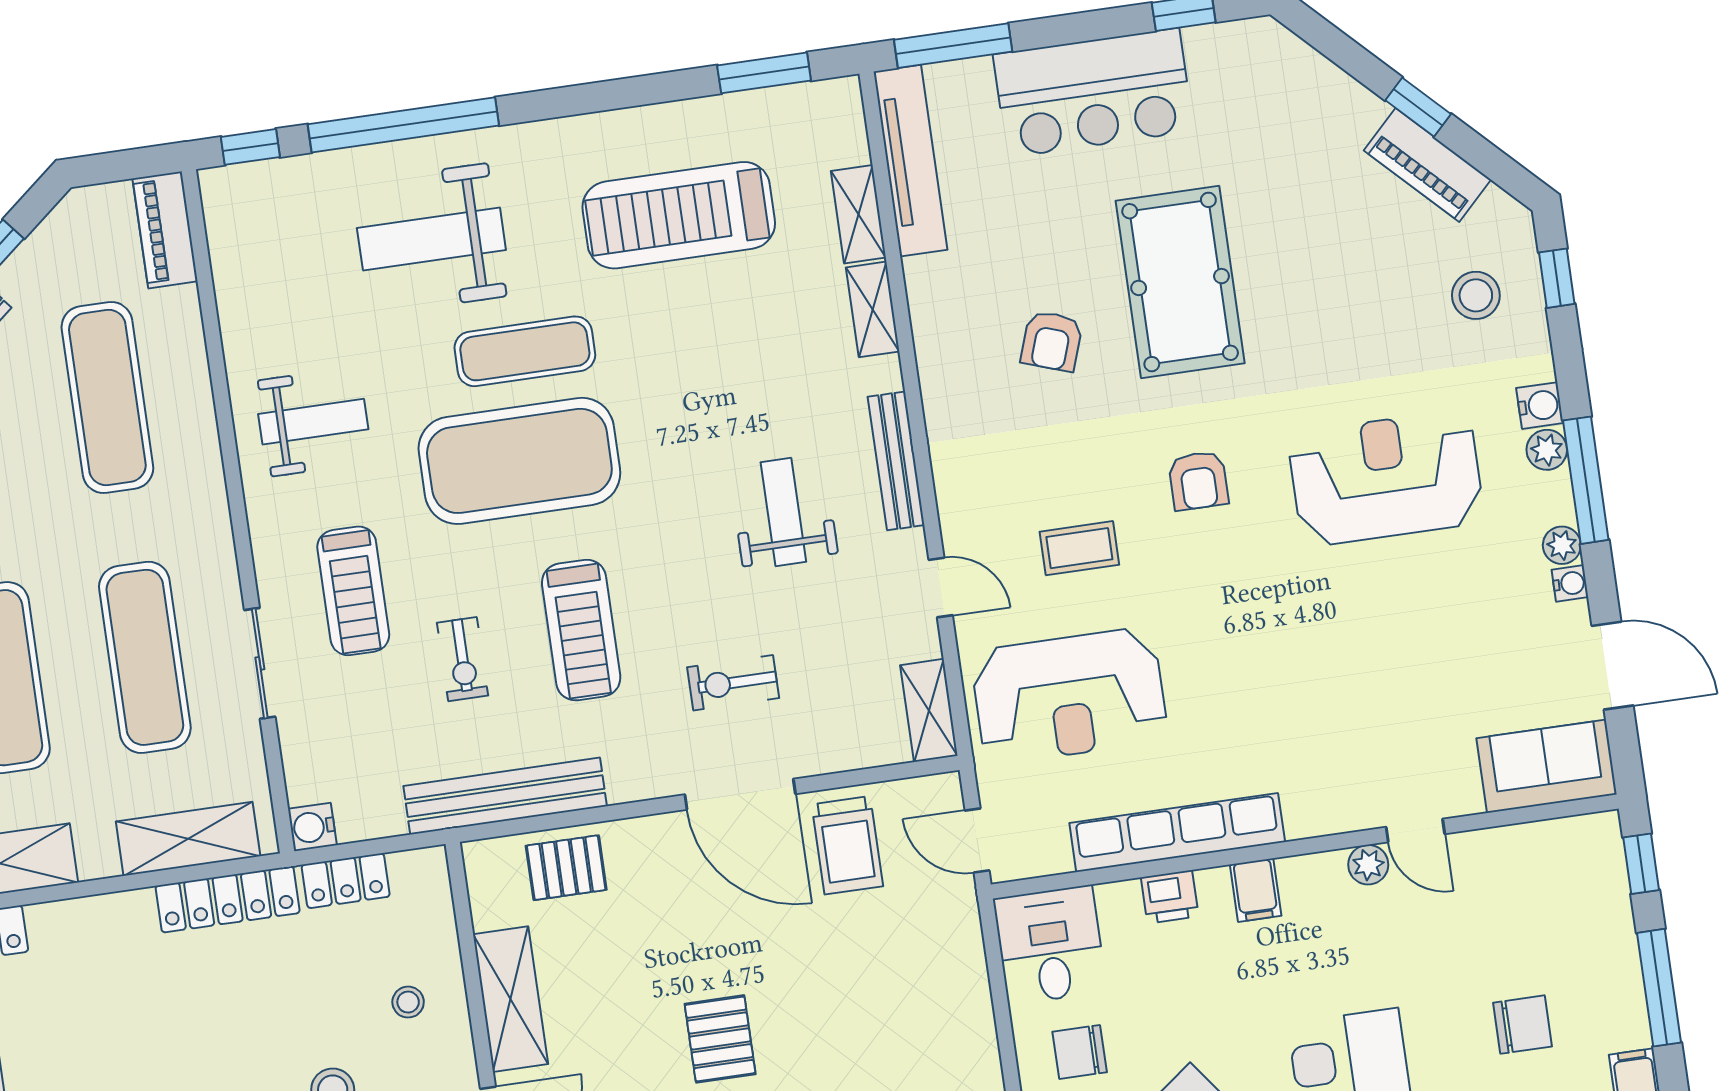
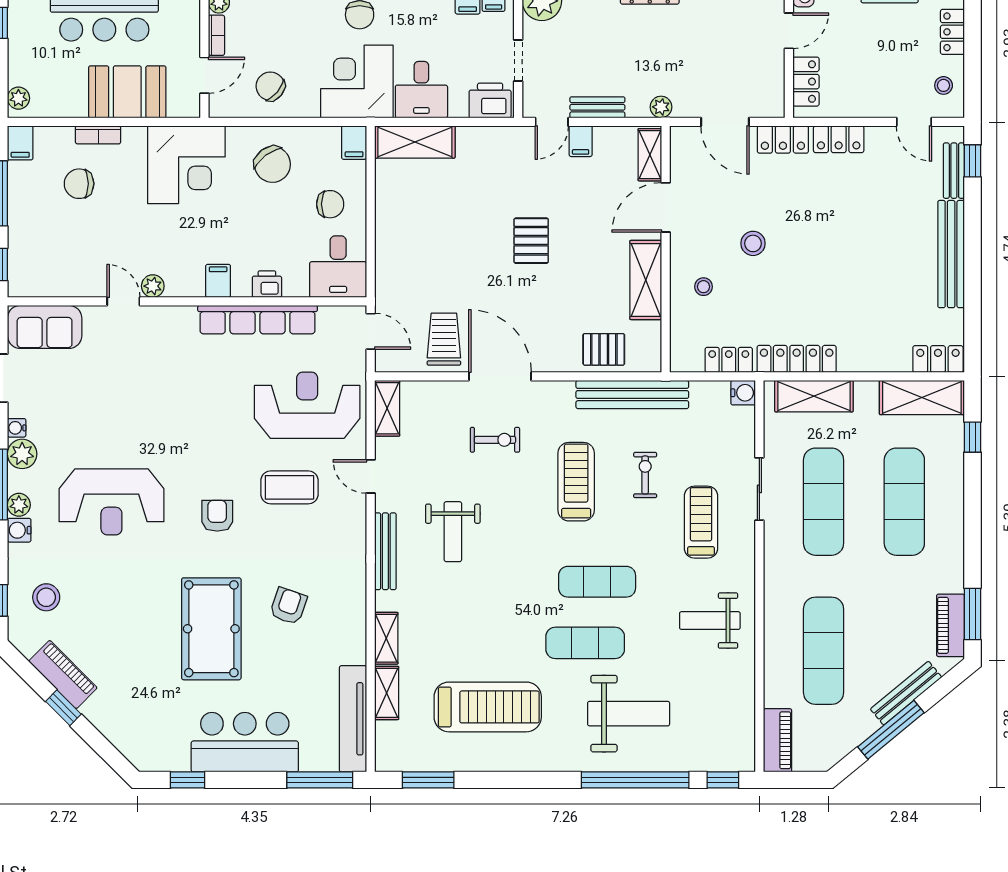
exercise mat: (519, 461) -> (597, 582), width x0.50, depth x0.69
plant: (1562, 545) -> (22, 454), width x1.38, depth x1.38
coffee table: (1079, 548) -> (289, 487), width x1.36, depth x1.30

